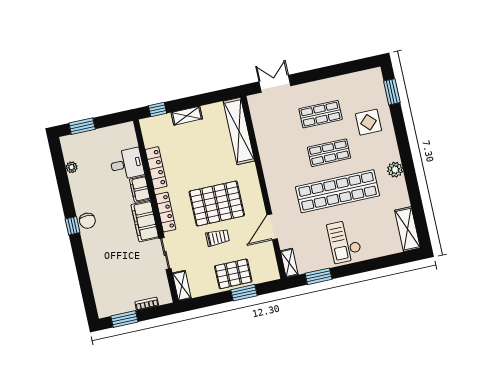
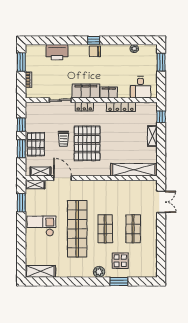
window: (392, 92) -> (119, 281), moved
desk: (127, 164) -> (140, 87), moved
plant: (395, 170) -> (99, 272), moved
locker: (165, 212) -> (84, 107), width x0.66
printer: (100, 273) -> (57, 52), added
shelving: (182, 286) -> (40, 171), moved
window: (211, 300) -> (21, 125), added

